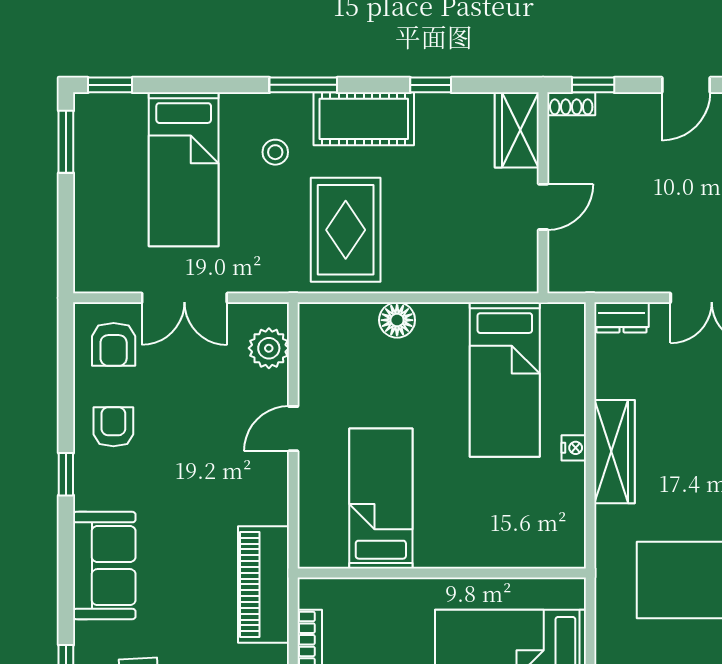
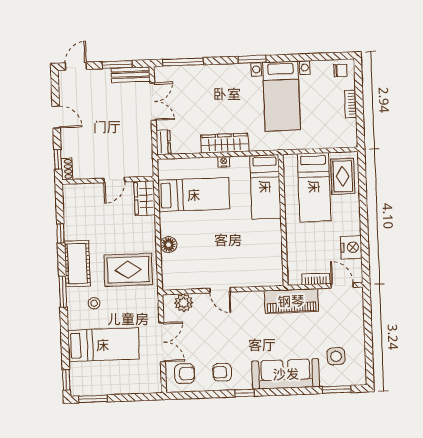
wardrobe: (517, 130) -> (145, 198), moved, turned 90
door: (543, 207) -> (114, 180), swing flipped
bed: (381, 498) -> (265, 187), moved, turned -90
sofa: (104, 566) -> (286, 374), width x1.36

